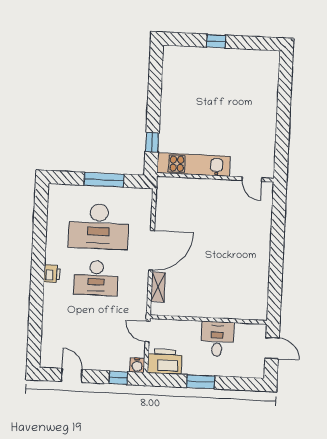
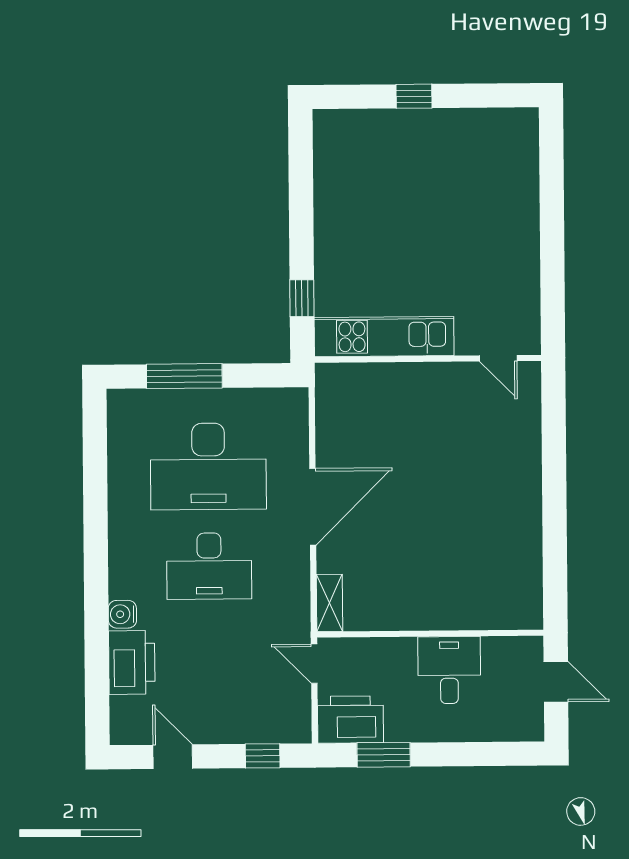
window: (104, 180) -> (184, 376), moved
printer: (52, 274) -> (132, 662), moved, width x1.87, depth x1.48
shelving: (158, 287) -> (330, 603), moved
water cooler: (137, 365) -> (122, 614), moved, turned 90
window: (201, 382) -> (384, 755), moved

